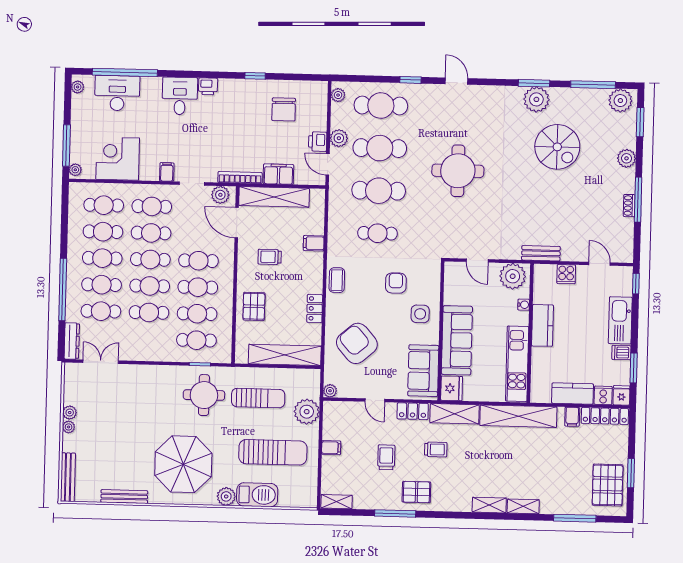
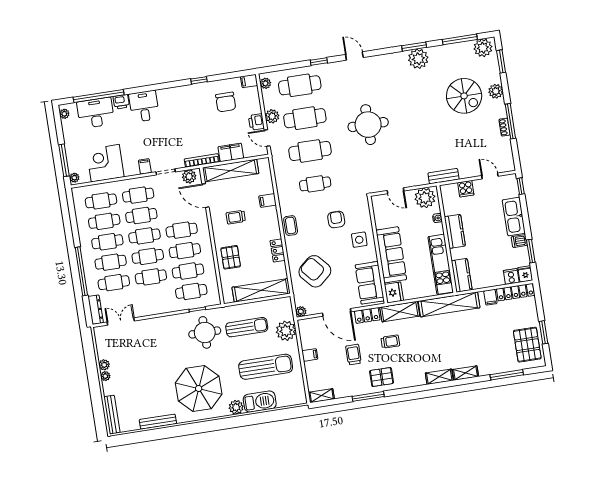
printer: (208, 86) -> (121, 102), moved
filing cabinet: (318, 88) -> (249, 81), added
spiral stairs: (557, 147) -> (464, 96), moved
kitchen counter: (573, 394) -> (462, 275), moved, turned 90
door: (375, 400) -> (337, 312), width x1.87

